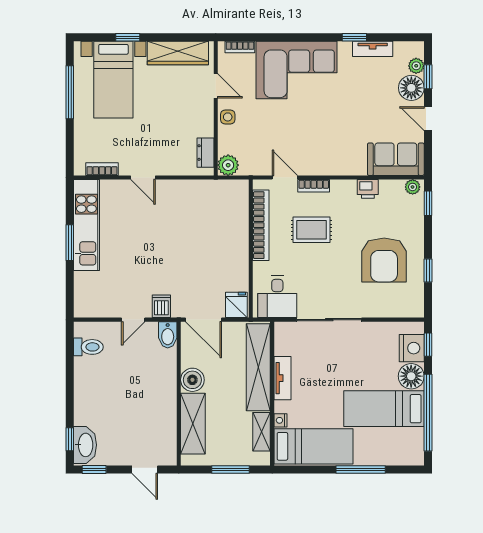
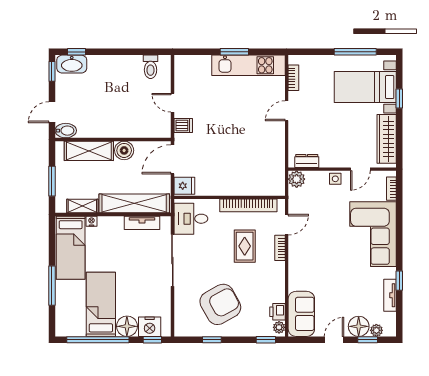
printer: (368, 189) -> (278, 312), moved
armchair: (384, 260) -> (220, 304), turned 151
bidet: (168, 335) -> (66, 131), moved, turned 180
tv unit: (282, 378) -> (142, 223), moved

